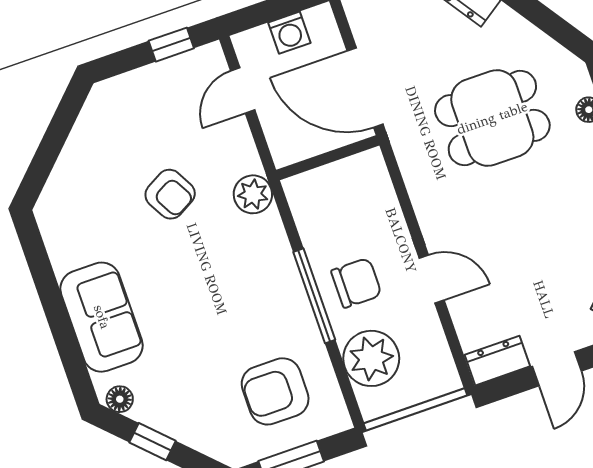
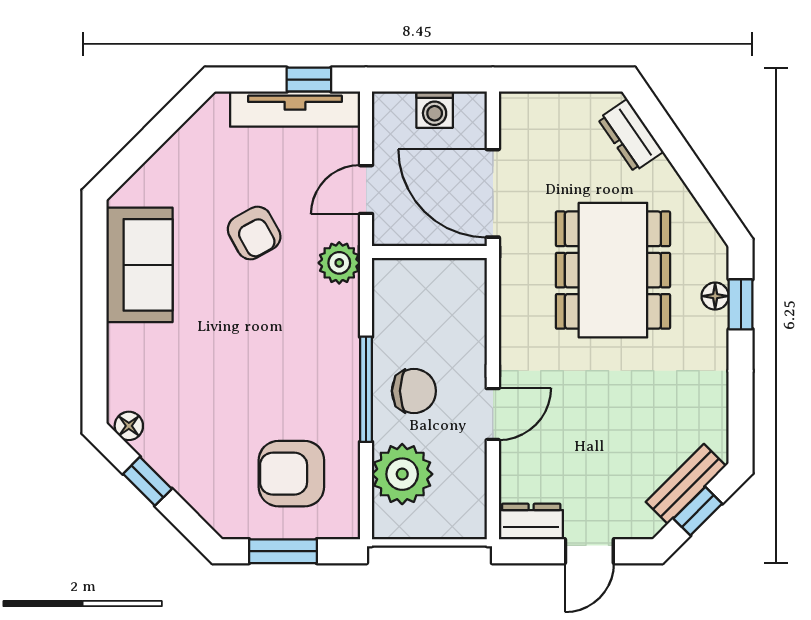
tv unit: (168, 74) -> (295, 109), added
door: (243, 90) -> (366, 190), moved
dining table: (492, 118) -> (613, 270), width x1.38
door: (432, 279) -> (493, 414), hinge flipped
sofa: (102, 317) -> (139, 265), moved

